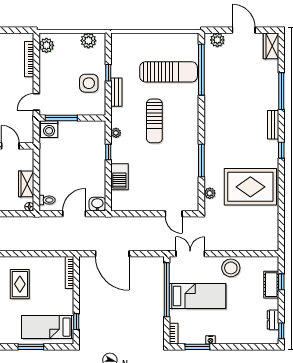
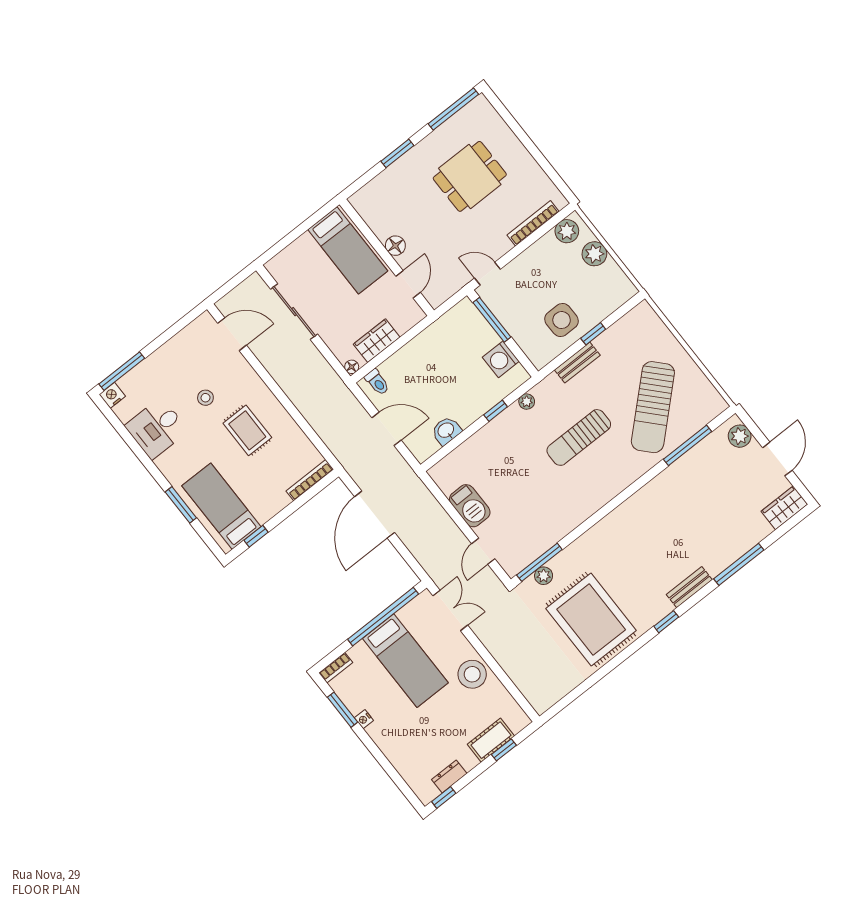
plant: (88, 41) -> (594, 254), moved
window: (201, 70) -> (687, 445), width x0.68
sun lounger: (169, 72) -> (653, 407), turned 47
washing machine: (49, 129) -> (501, 359), moved
window: (201, 160) -> (539, 562), moved
barbecue: (119, 177) -> (470, 506), moved, turned -90
washbasin: (97, 204) -> (446, 431), moved, turned -90
rug: (20, 284) -> (247, 430), turned 90

